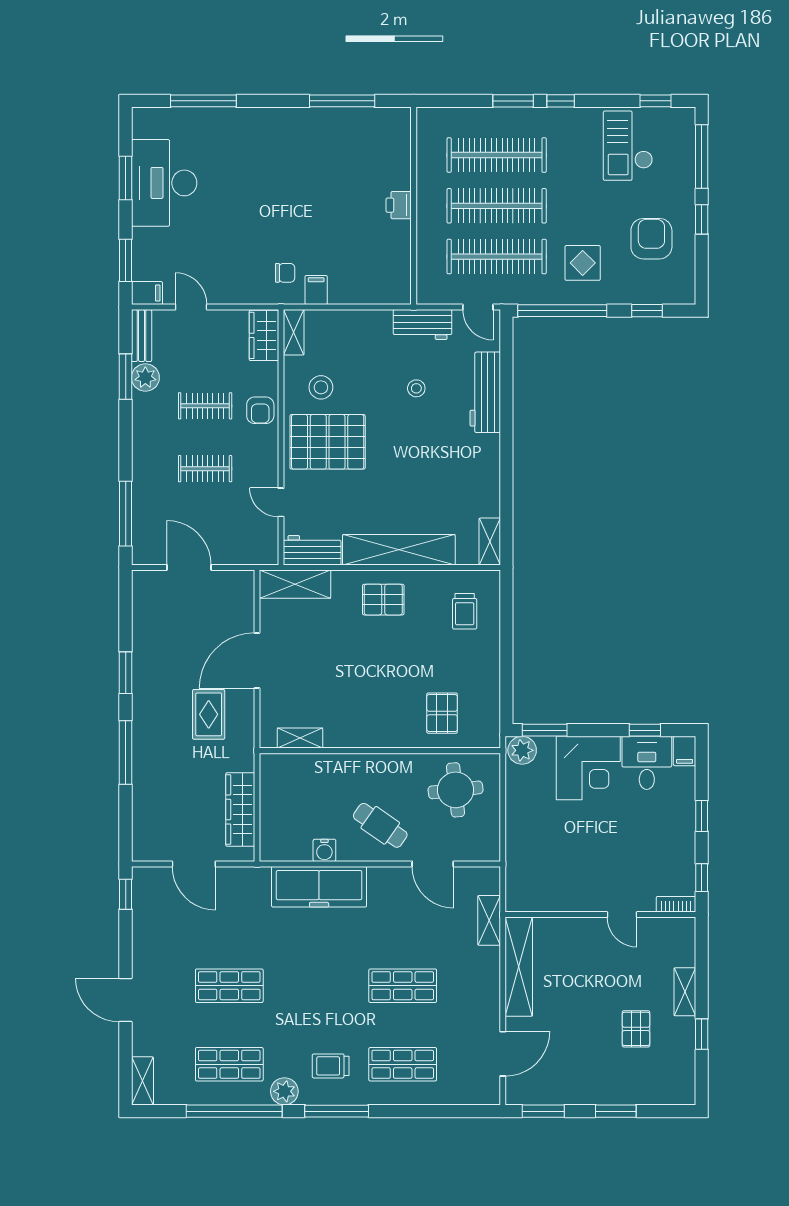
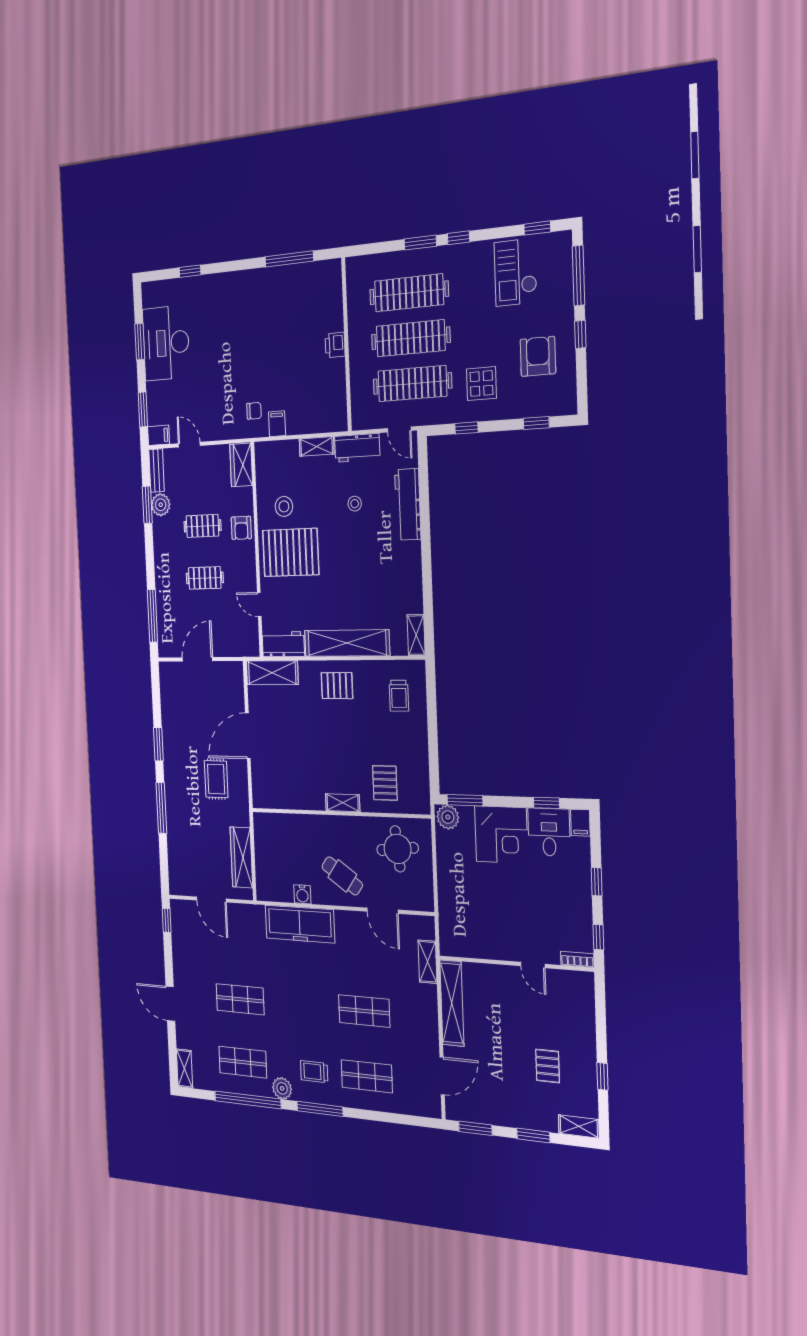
window: (203, 101) -> (190, 271), width x0.46
window: (562, 311) -> (466, 428), width x0.32
shelving: (294, 332) -> (317, 446), moved, turned 90
door: (189, 567) -> (197, 659), hinge flipped
shelving: (300, 738) -> (343, 803), moved
shelving: (685, 992) -> (579, 1126), moved, turned 90

